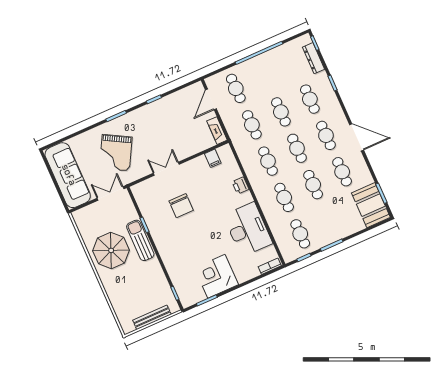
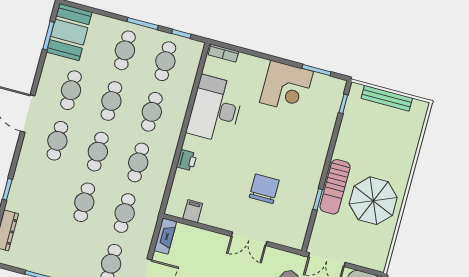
cafe table: (310, 99) -> (125, 50), moved

